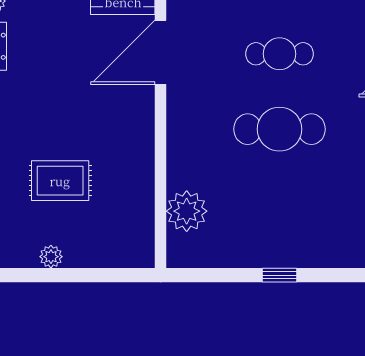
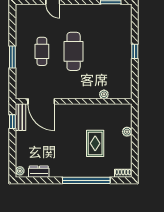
plant: (187, 211) -> (104, 94), width x0.53, depth x0.53
plant: (51, 257) -> (127, 132), moved

